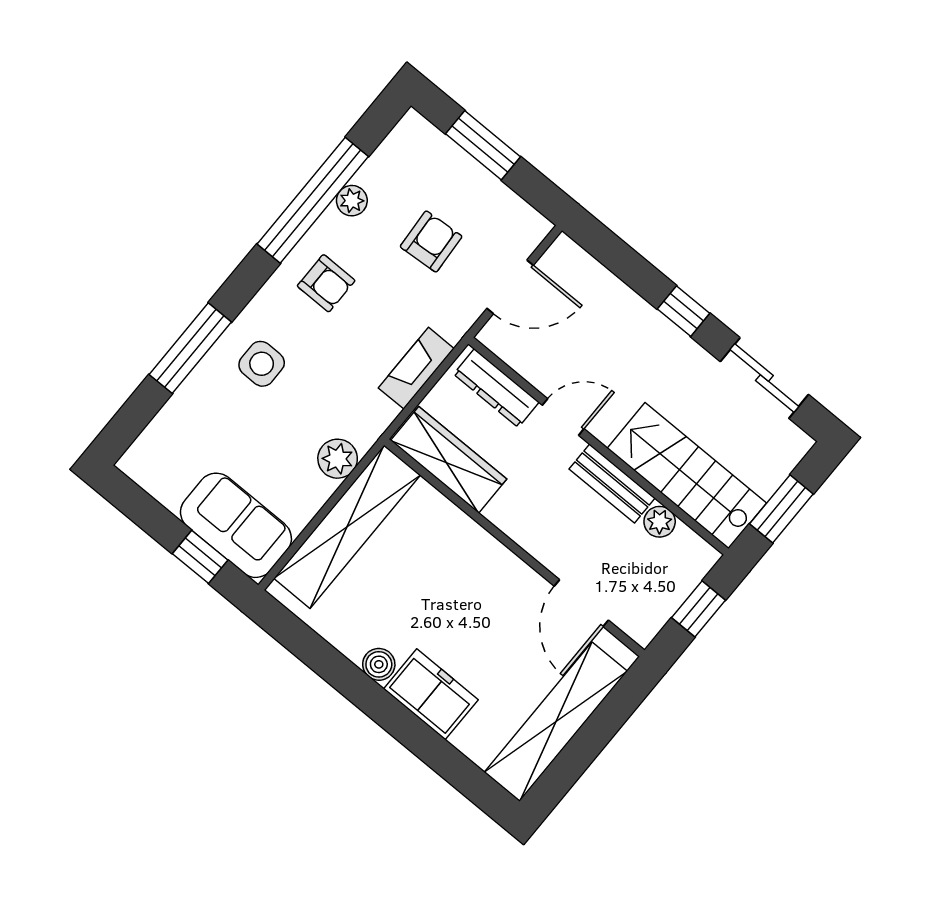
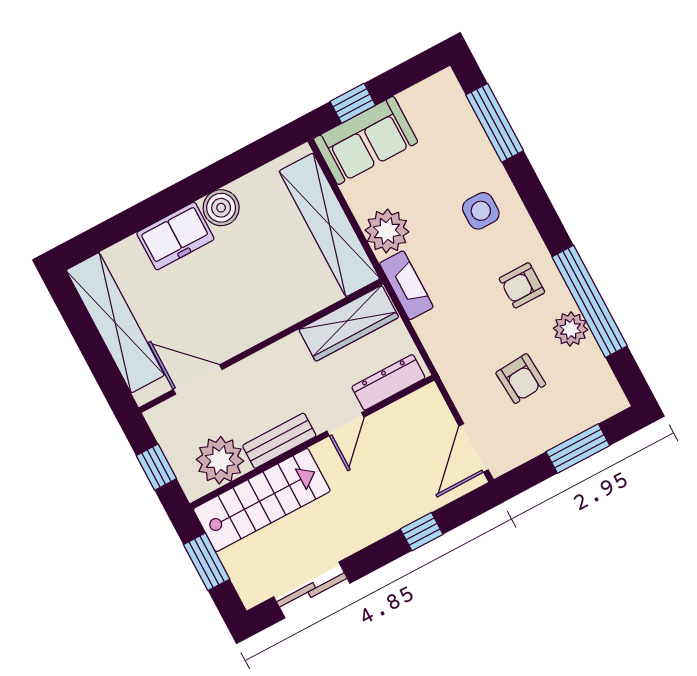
plant: (352, 201) -> (571, 329), width x1.38, depth x1.38
door: (510, 287) -> (474, 448), moved
window: (684, 311) -> (422, 532), moved
window: (190, 348) -> (495, 123), moved
fireplace: (416, 368) -> (406, 285), moved
plant: (338, 459) -> (387, 231), width x1.36, depth x1.36
plant: (660, 522) -> (220, 460), width x1.88, depth x1.88
boiler: (379, 664) -> (221, 208), width x1.36, depth x1.36

